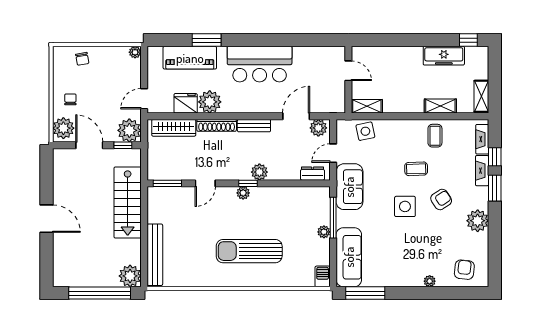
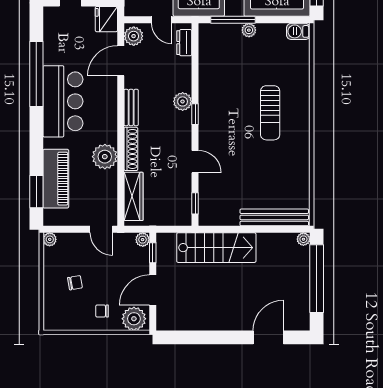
window: (207, 40) -> (36, 192), moved
window: (284, 40) -> (36, 74), added
chair: (82, 59) -> (75, 283), moved
fridge: (186, 103) -> (106, 19), moved
door: (296, 116) -> (121, 61), hinge flipped
plant: (129, 130) -> (143, 240), width x0.53, depth x0.53
window: (167, 183) -> (195, 203), width x0.67
plant: (243, 193) -> (206, 119), removed
door: (47, 219) -> (268, 337), moved
sun lounger: (249, 251) -> (270, 113), width x0.73, depth x0.75
plant: (130, 276) -> (303, 239), width x0.53, depth x0.53

